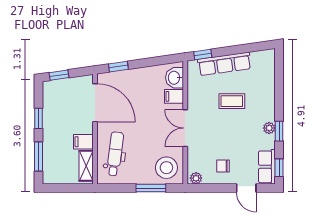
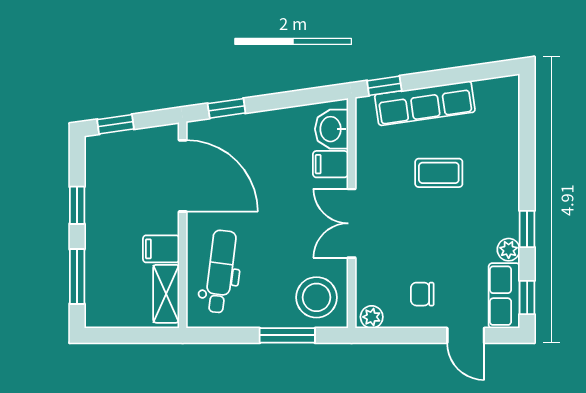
plant: (269, 128) -> (509, 250), moved

